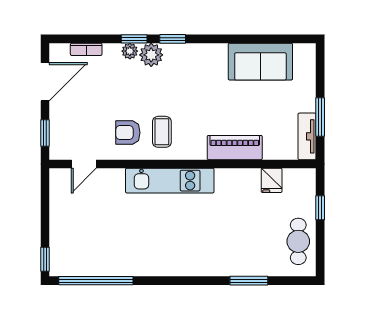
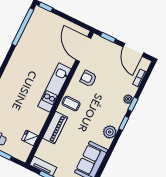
plant: (151, 55) -> (110, 132), moved
coffee table: (162, 132) -> (71, 104), moved
armchair: (128, 133) -> (88, 78), turned -90
door: (84, 164) -> (83, 49), width x1.88

